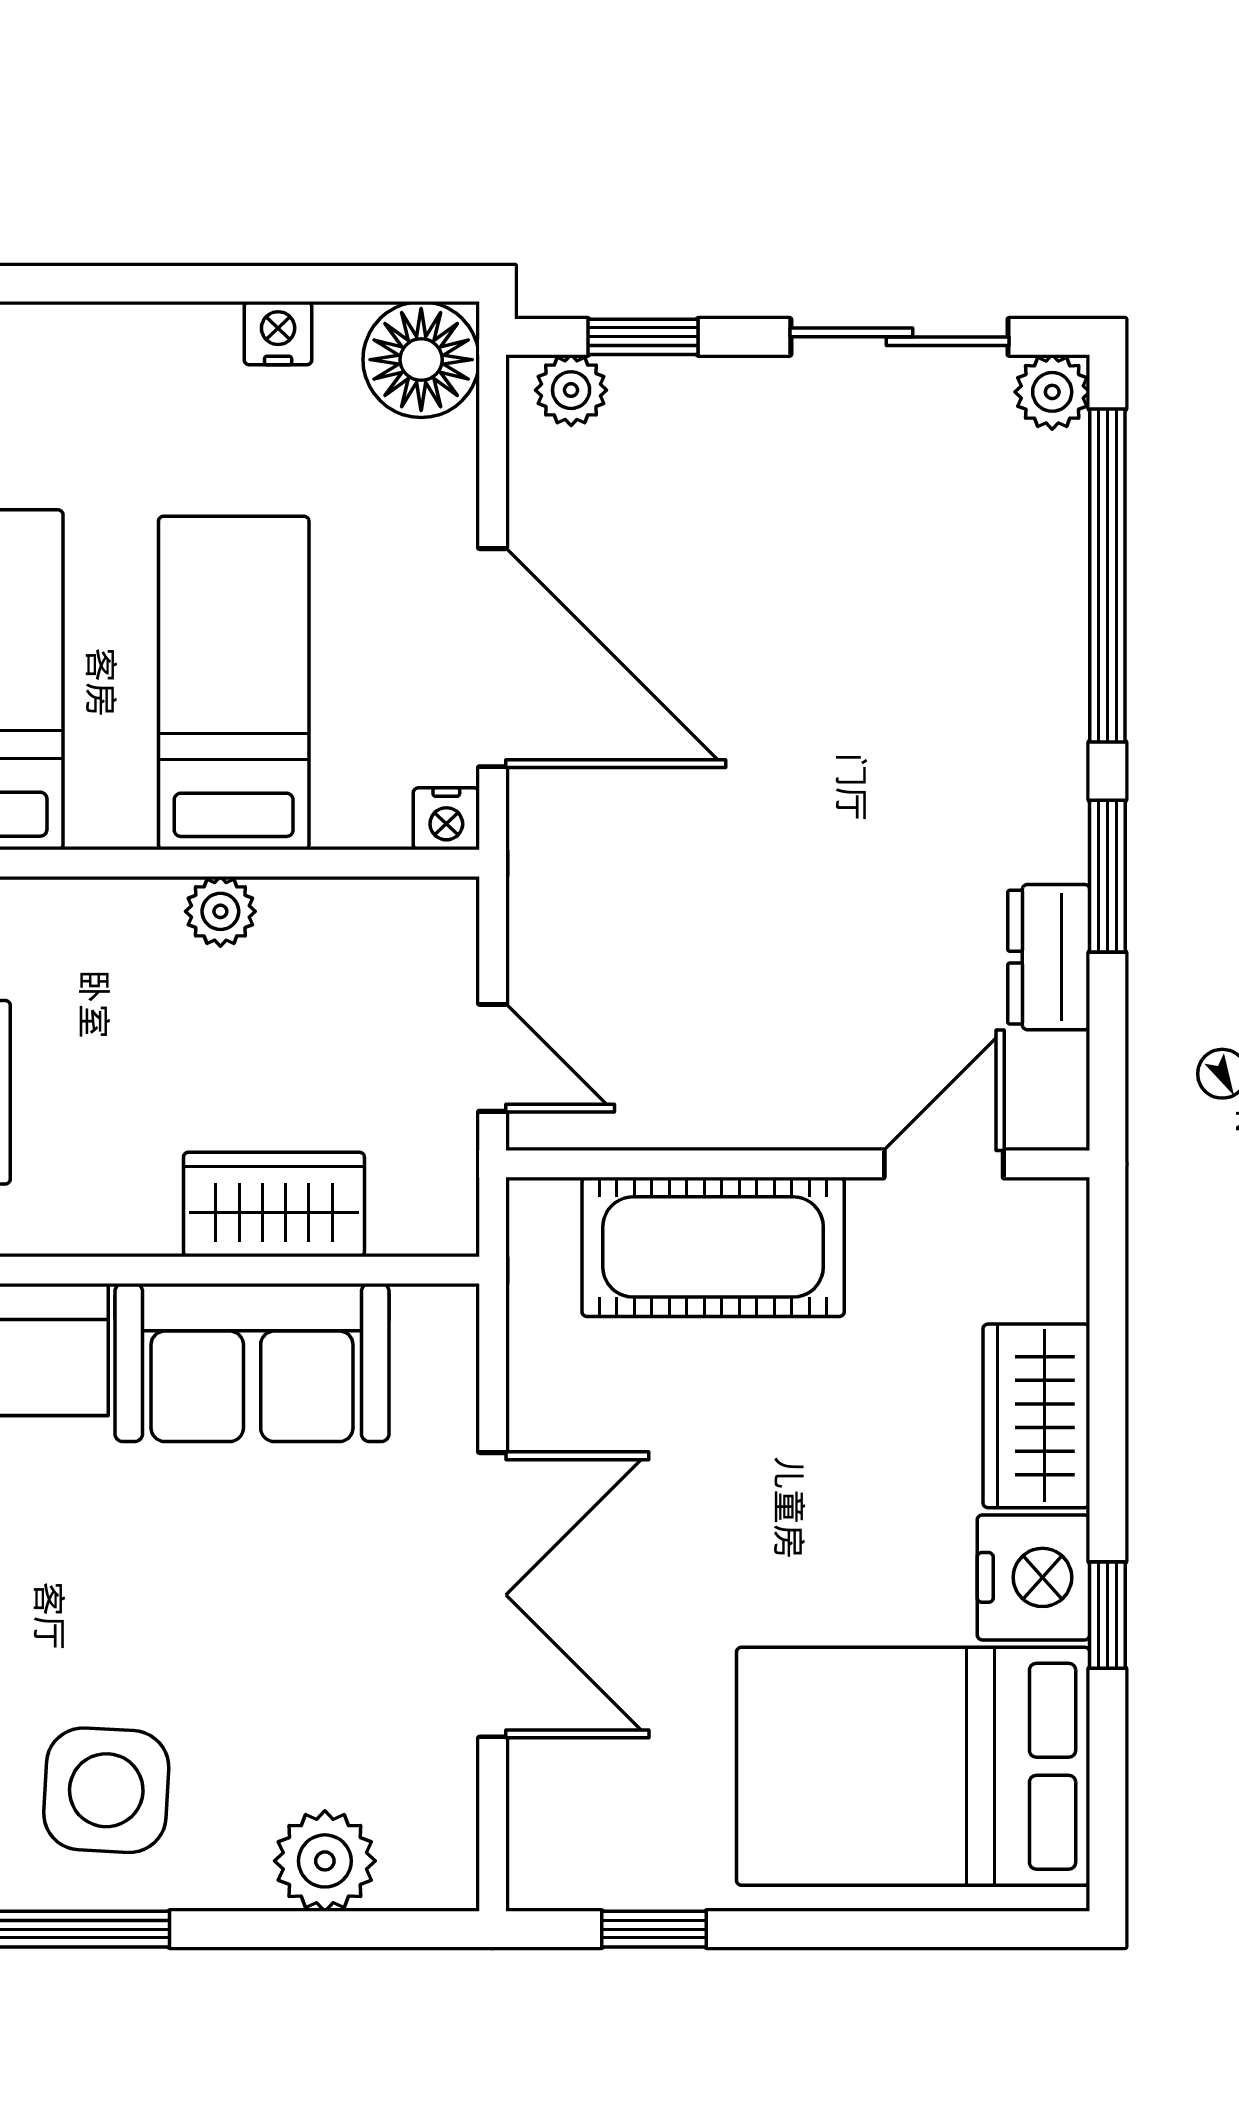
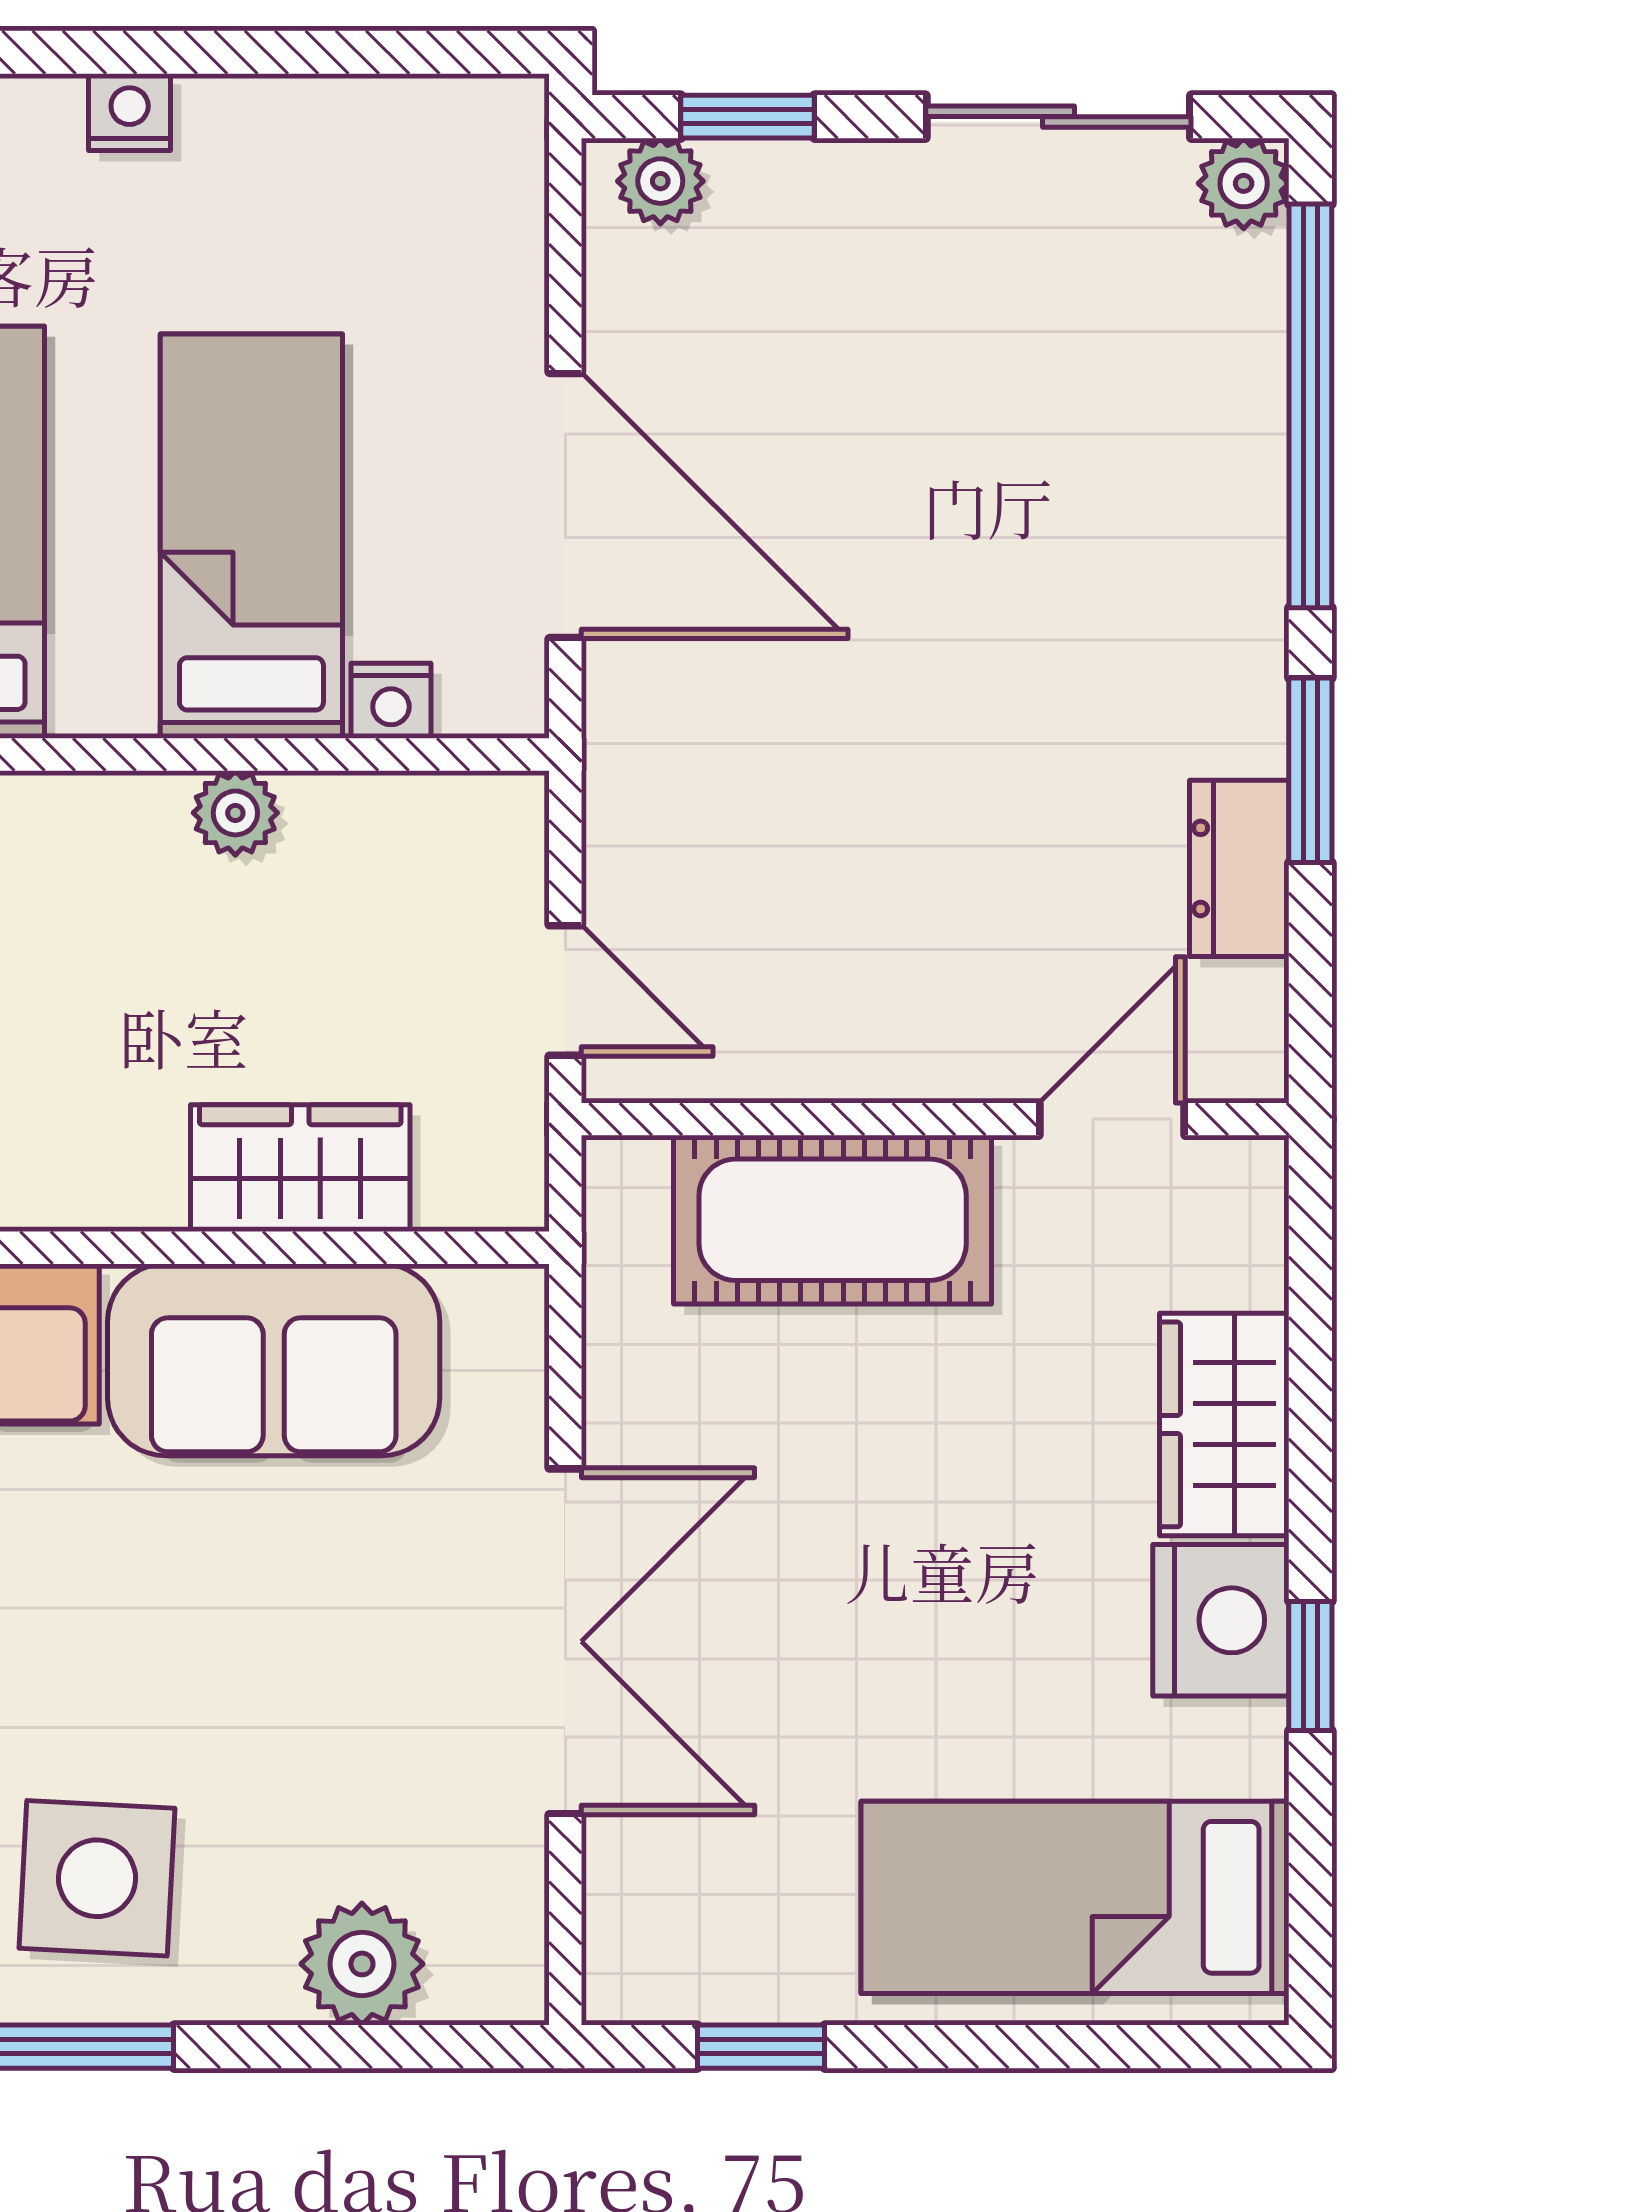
nightstand: (278, 333) -> (130, 112), moved
floor lamp: (421, 360) -> (479, 144), removed
nightstand: (446, 819) -> (391, 701), moved
bed: (913, 1766) -> (1075, 1897), width x0.67

